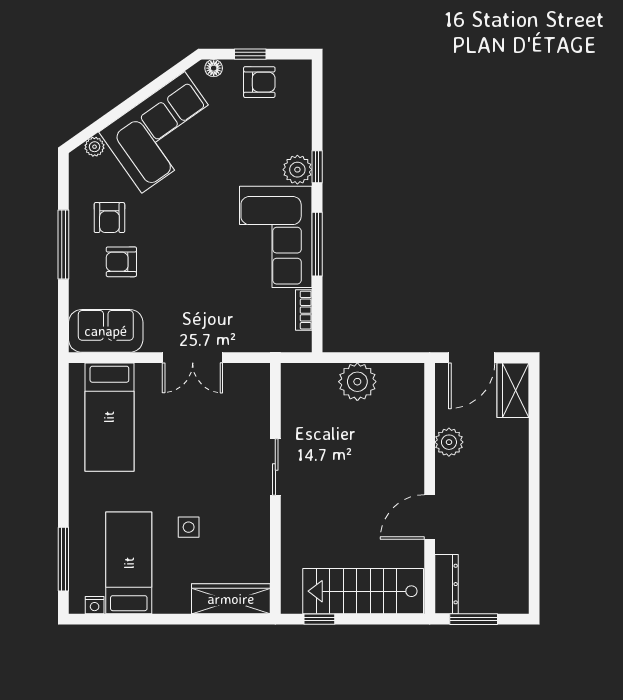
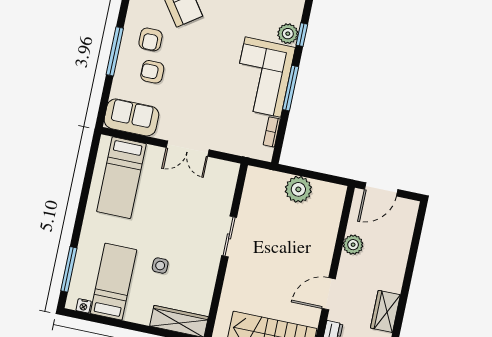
wardrobe: (513, 390) -> (385, 311), moved

